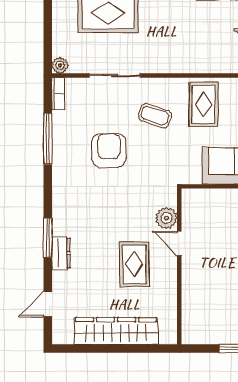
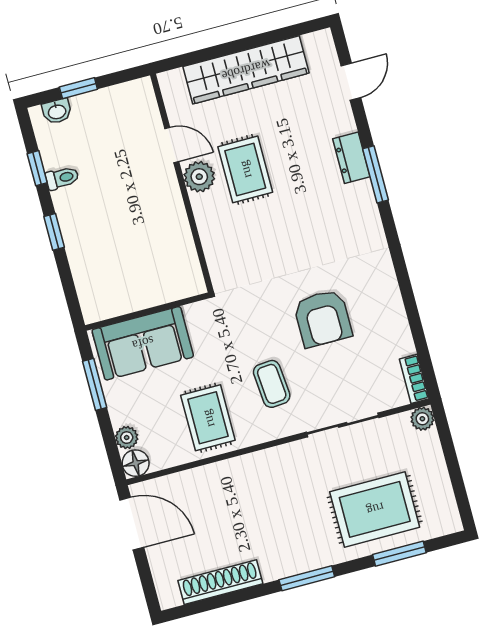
coffee table: (155, 116) -> (272, 384), turned 67
window: (48, 139) -> (412, 312), removed
plant: (166, 218) -> (199, 177), moved
door: (179, 243) -> (172, 145), moved

